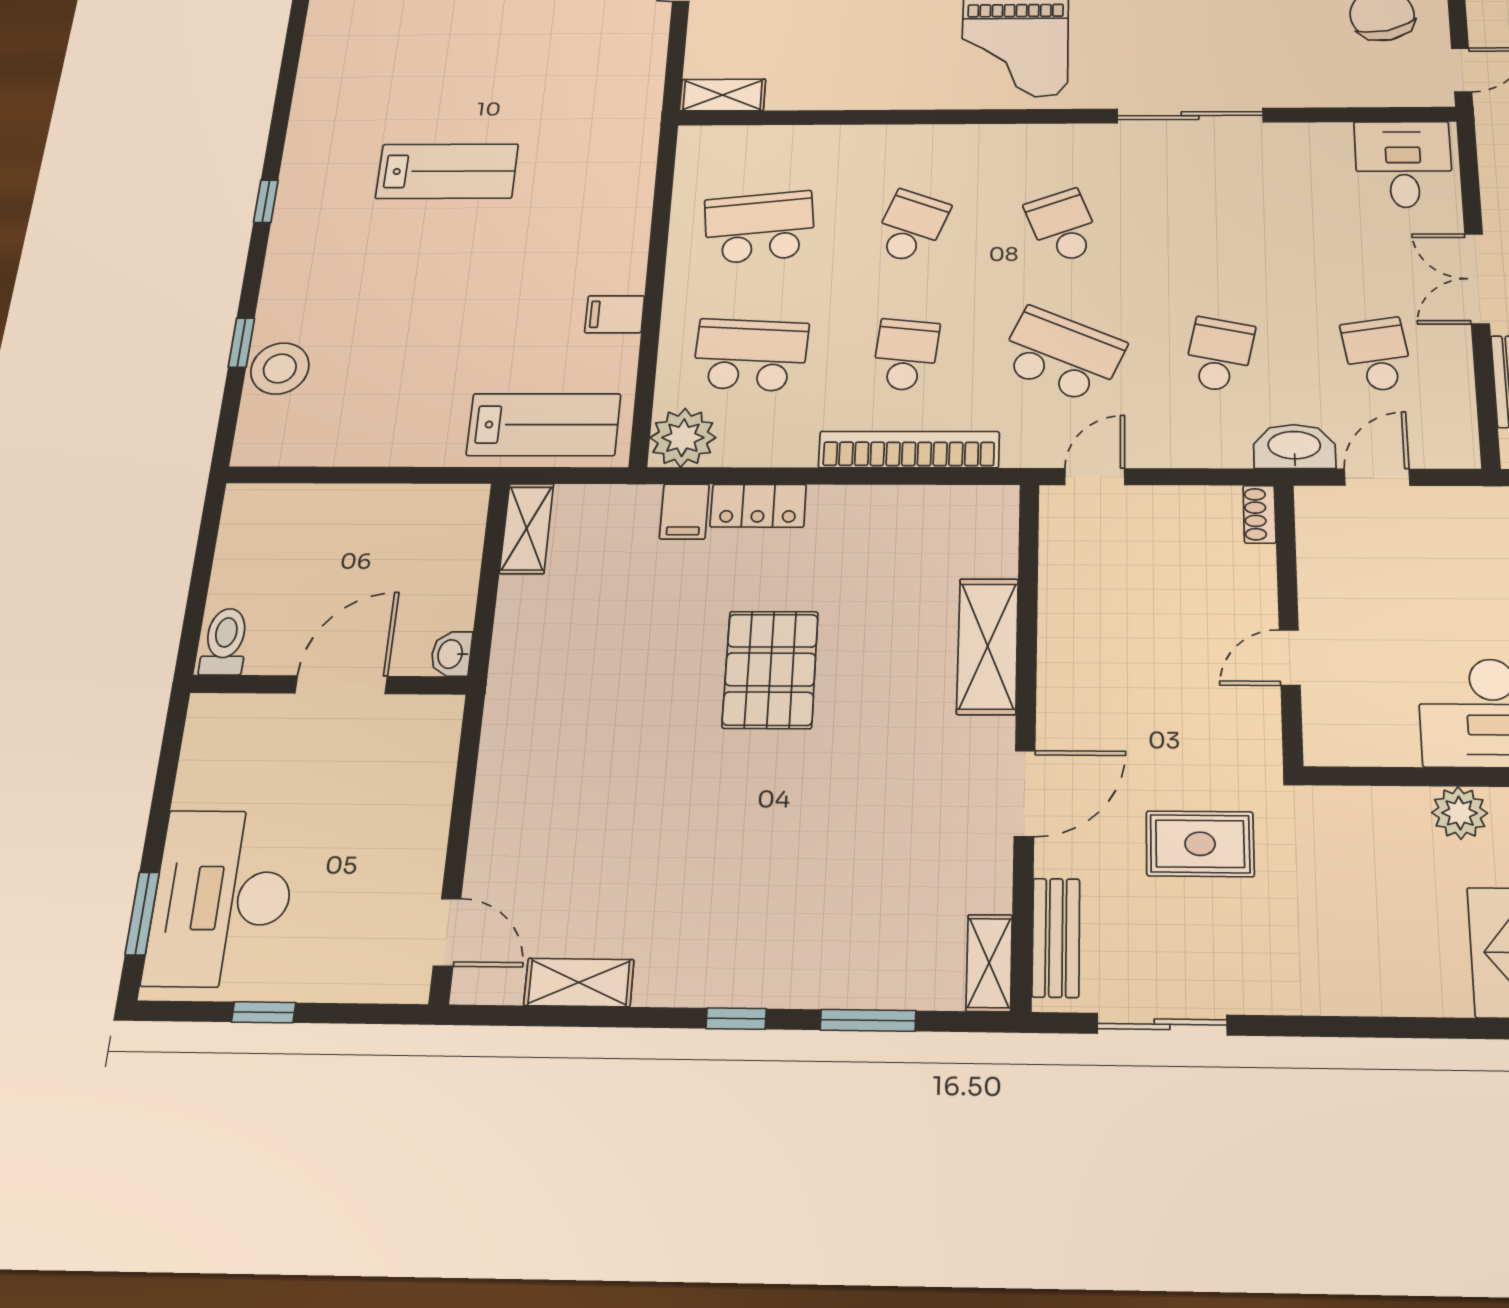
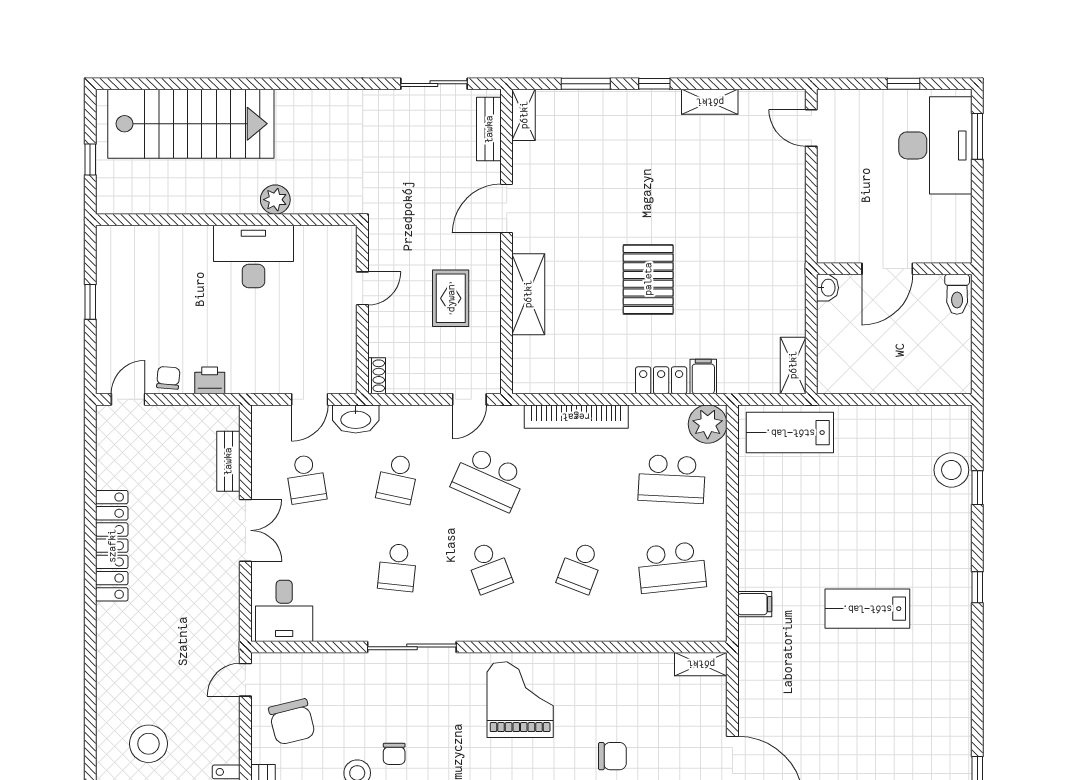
filing cabinet: (615, 314) -> (755, 604), moved
school desk: (906, 355) -> (397, 567), moved
rug: (1200, 844) -> (451, 298), moved, turned 90
shelving: (579, 982) -> (710, 102), moved

